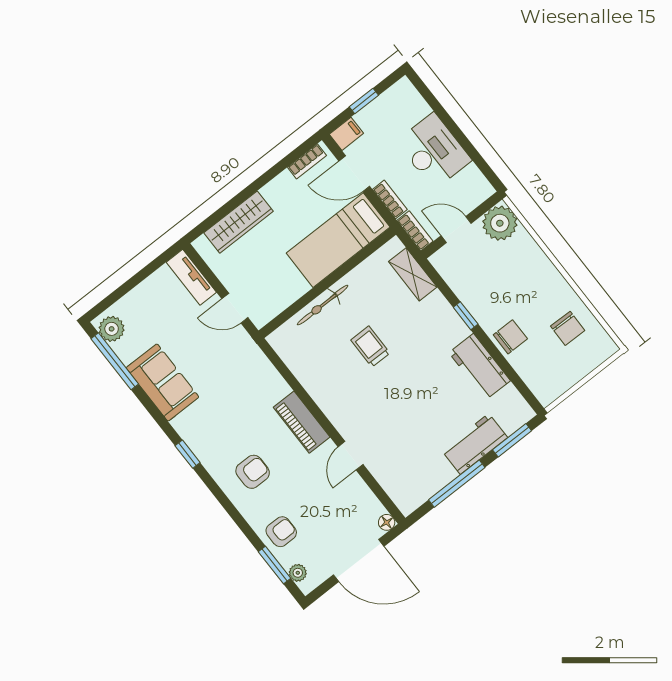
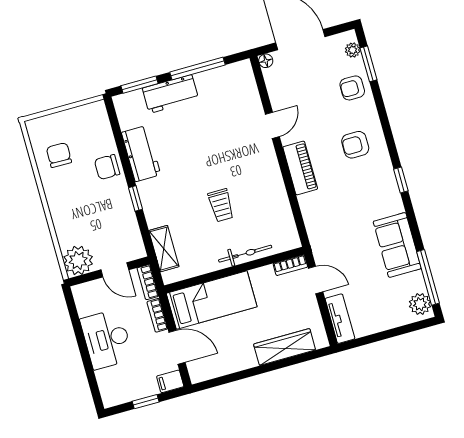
bookcase: (307, 161) -> (290, 265), moved, turned 180

